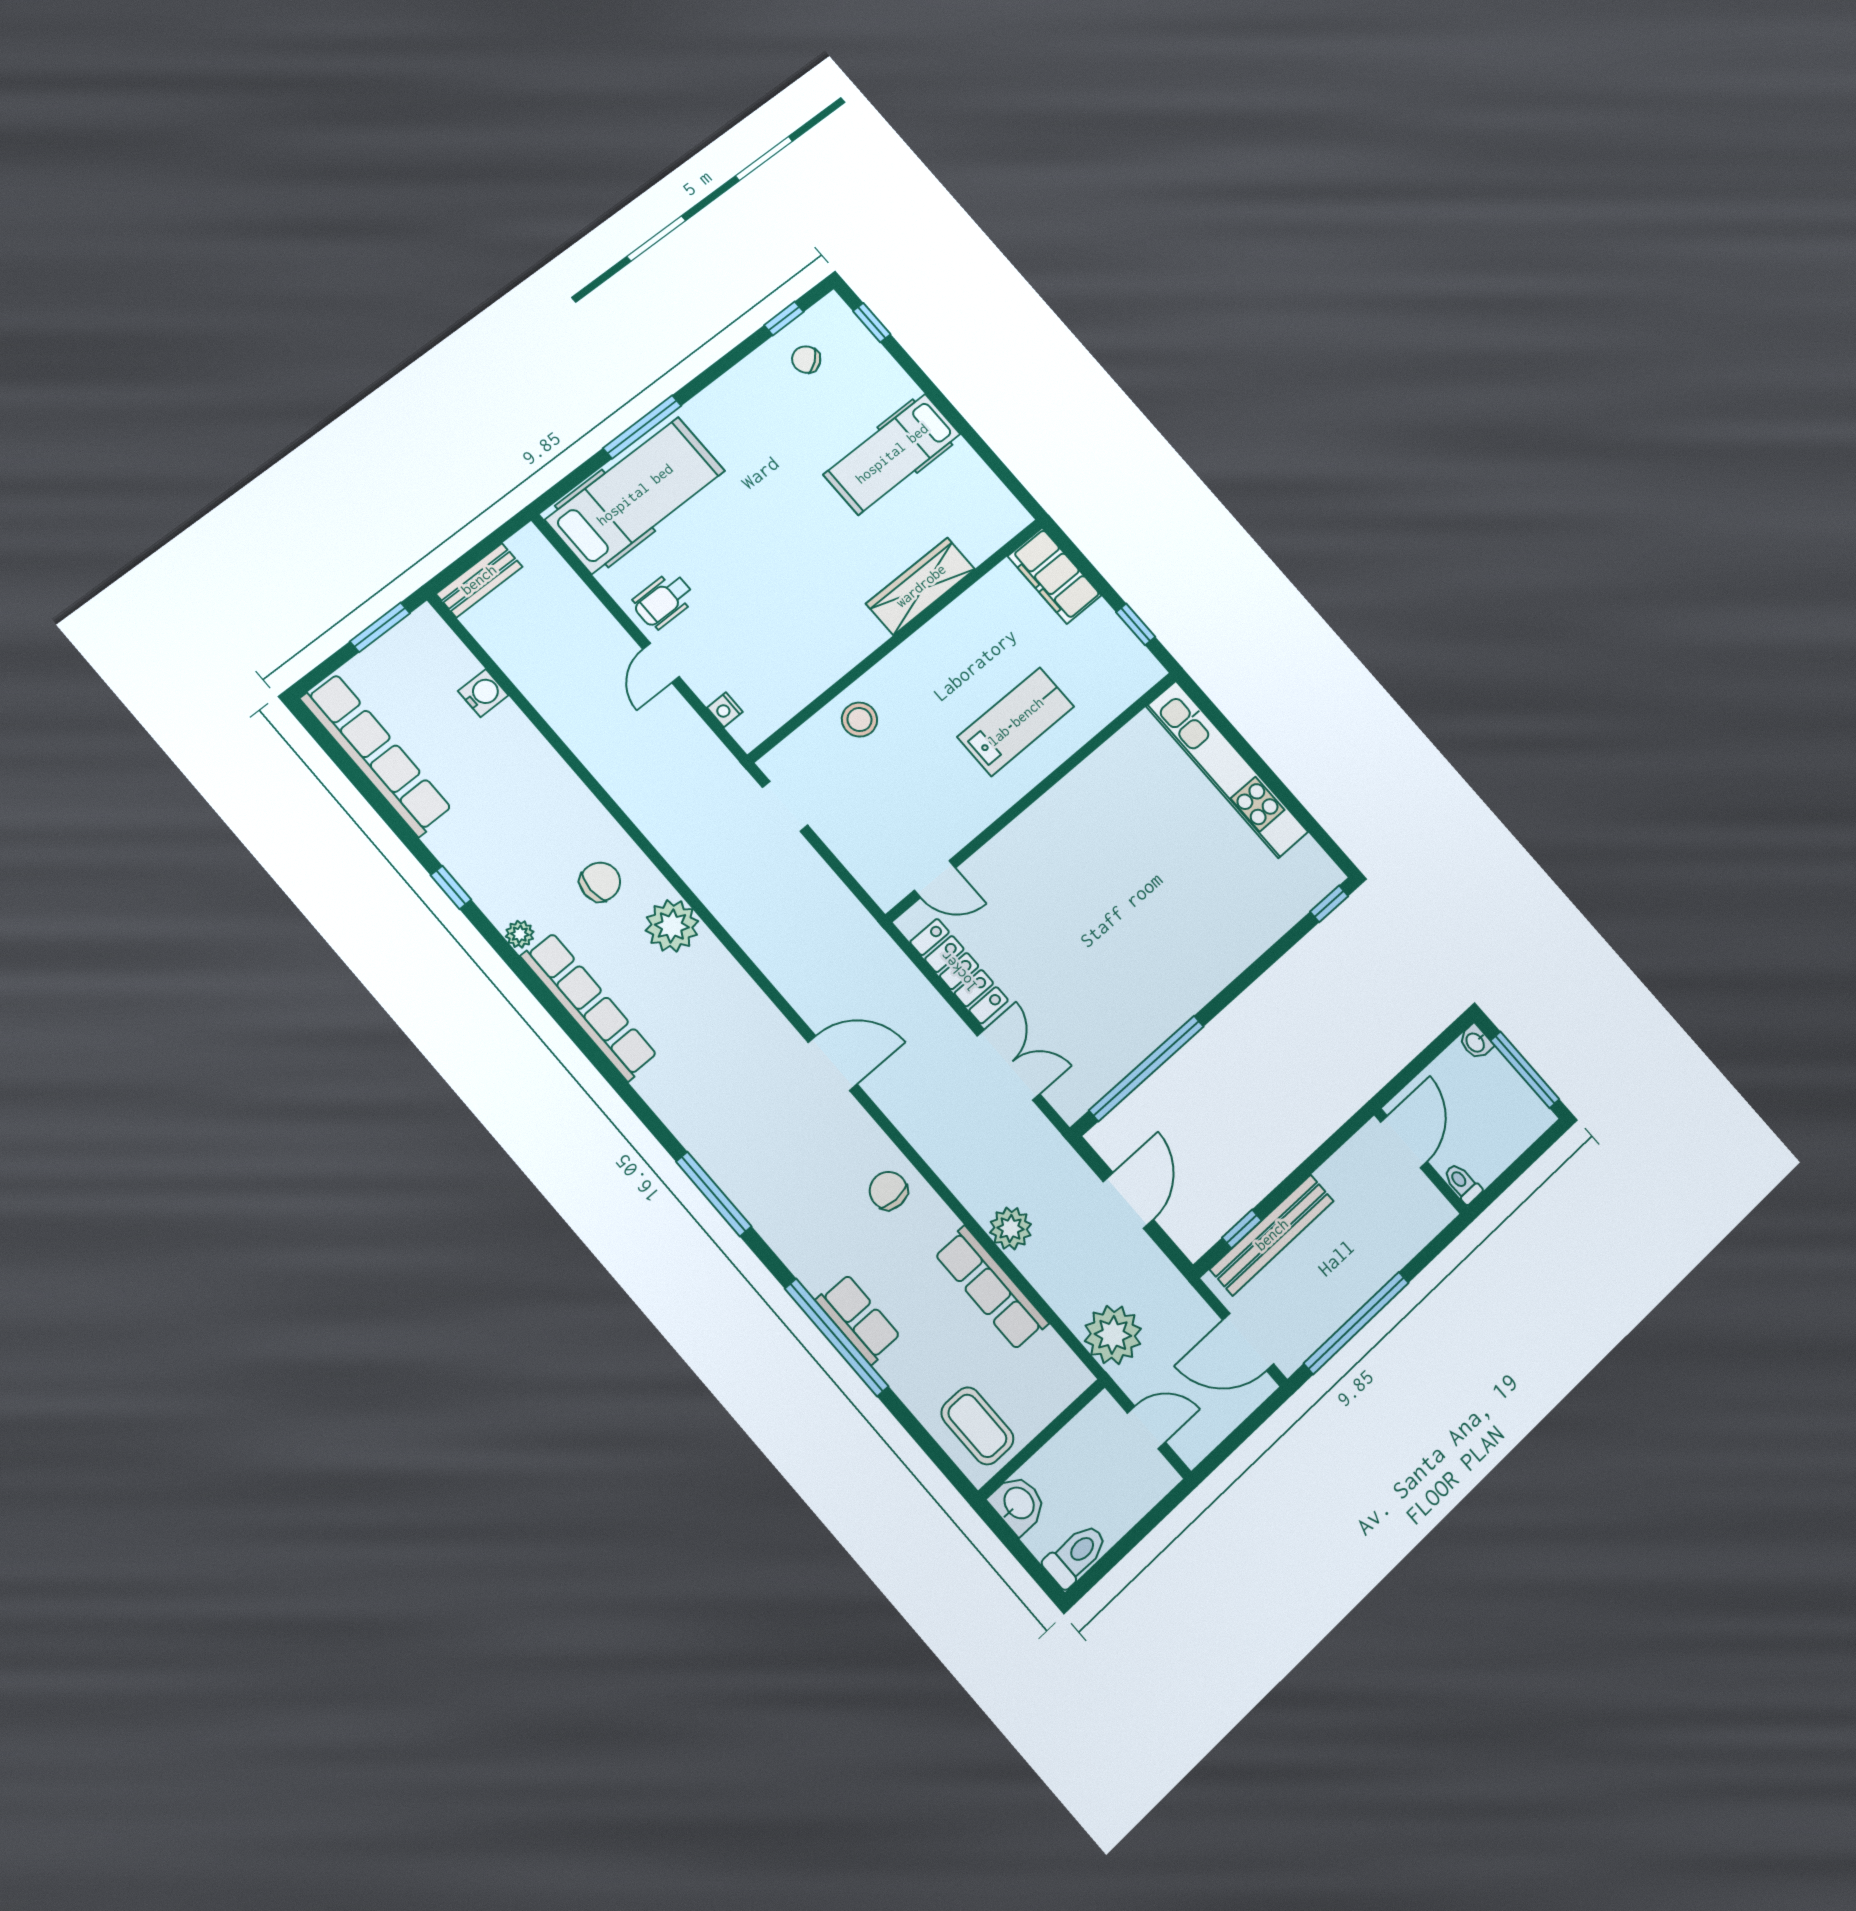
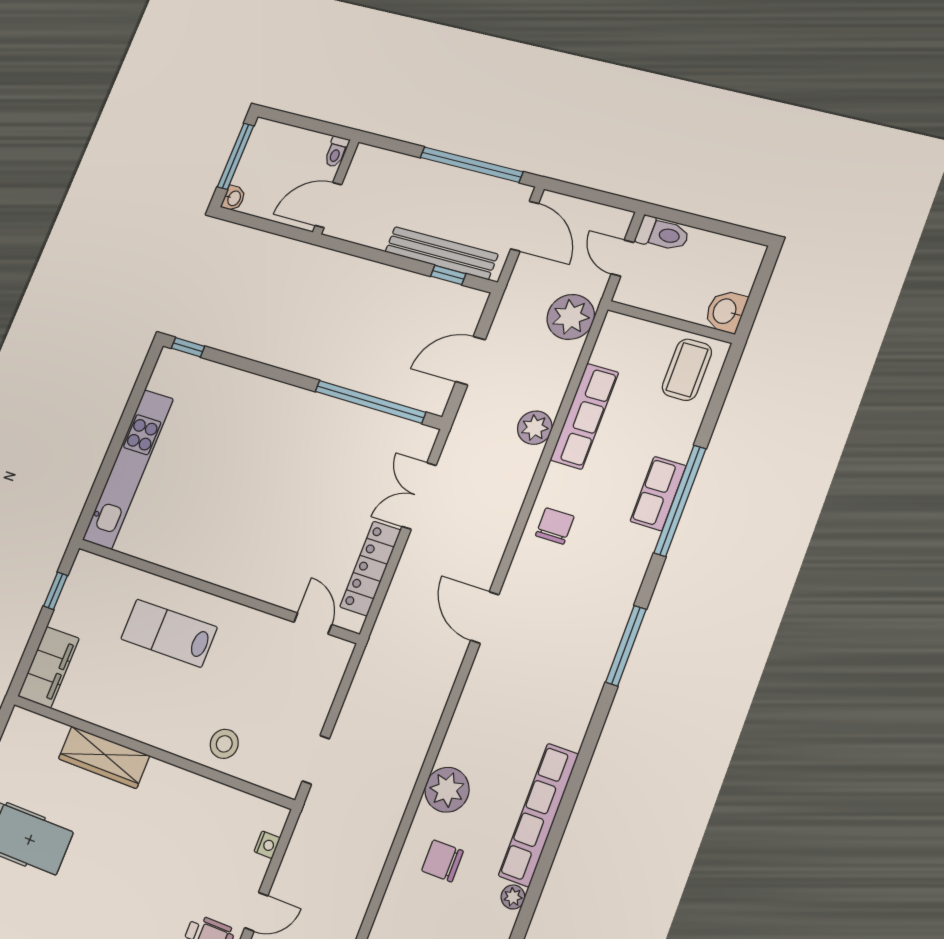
chair: (888, 1191) -> (555, 526), turned 180
toilet: (1076, 1555) -> (663, 234), moved, turned 180

